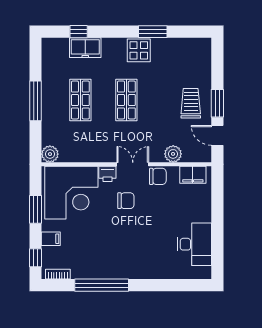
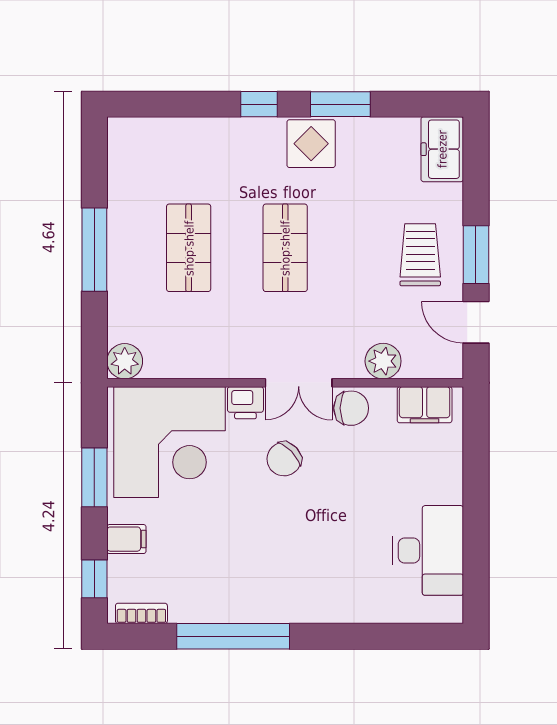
window: (79, 32) -> (259, 104), moved
freezer: (85, 48) -> (442, 149), moved, turned 90
double door: (133, 164) -> (299, 383), swing flipped
chair: (126, 201) -> (284, 459), turned 136

